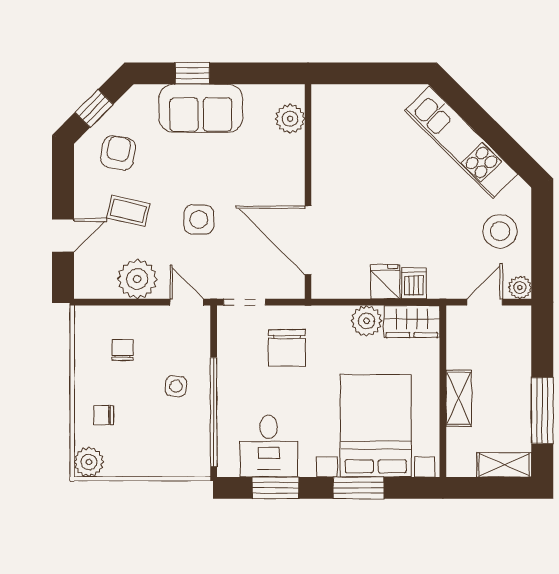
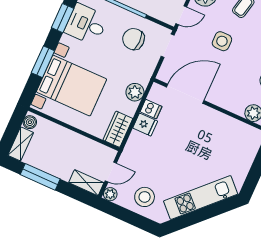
dishwasher: (414, 283) -> (151, 109), moved
door: (485, 302) -> (111, 172), hinge flipped
plant: (367, 321) -> (135, 92), moved
chair: (287, 348) -> (133, 39), moved
shelving: (459, 398) -> (86, 183), moved
boiler: (463, 466) -> (30, 122), added

